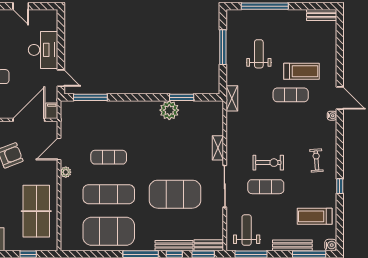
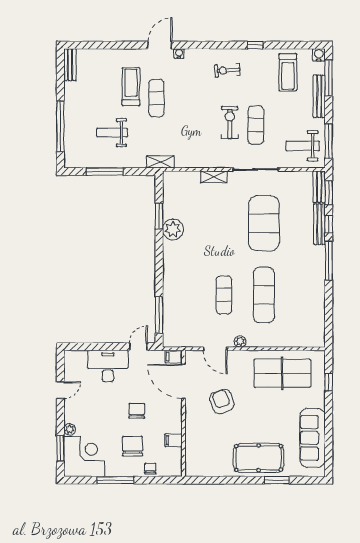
exercise mat: (109, 231) -> (304, 295), removed

